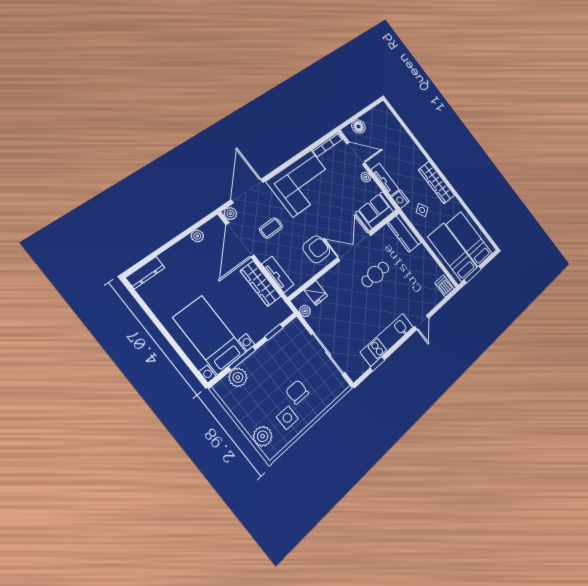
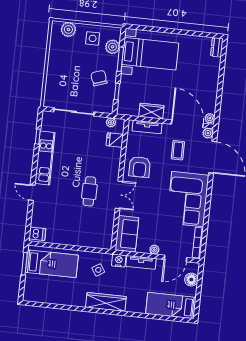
kitchen counter: (404, 233) -> (96, 240), removed
plant: (197, 236) -> (210, 118), moved
bed: (469, 239) -> (171, 305), moved, turned 180
double door: (354, 246) -> (119, 195), width x0.73
dresser: (145, 273) -> (217, 47), width x0.70
wardrobe: (261, 283) -> (151, 111), width x0.67
chair: (297, 392) -> (99, 78), moved, turned -109
side table: (287, 418) -> (93, 38), moved

